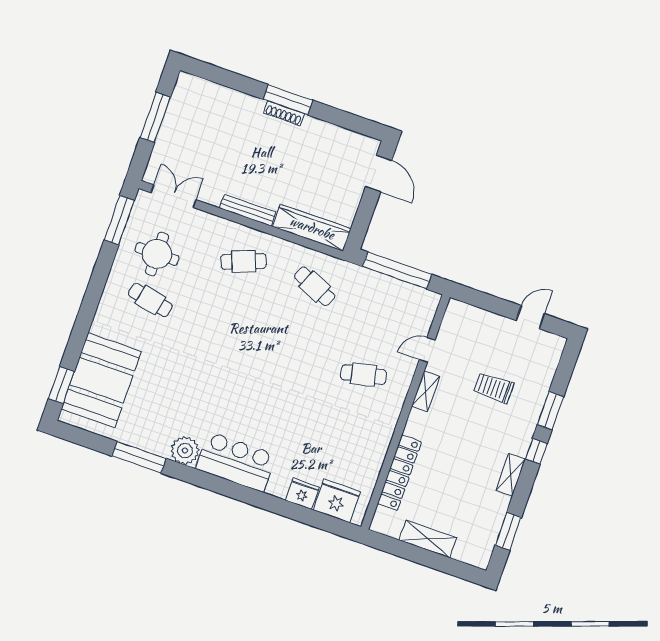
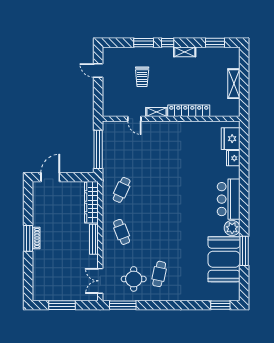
cafe table: (363, 375) -> (159, 148), removed
booth: (101, 380) -> (224, 259), moved, turned 90
locker: (399, 473) -> (189, 111), moved

